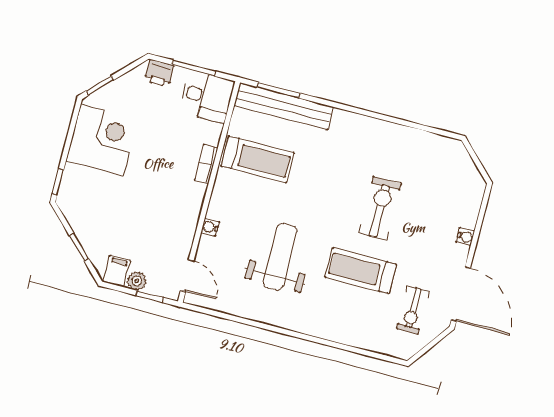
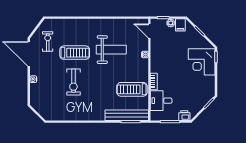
desk: (207, 97) -> (161, 101), moved
corner desk: (102, 140) -> (202, 62), moved
weight bench: (280, 257) -> (111, 50), turned -90

